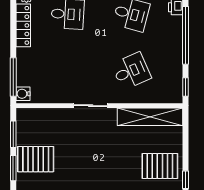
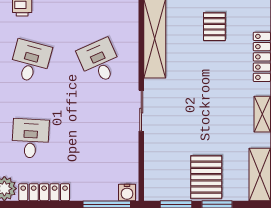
pallet: (160, 166) -> (214, 27), width x0.67, depth x0.71

